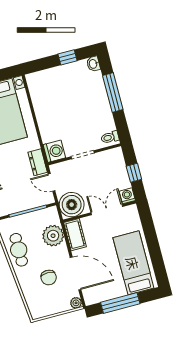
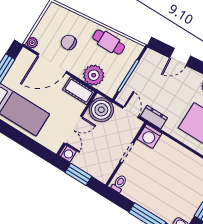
window: (134, 173) -> (78, 174), width x1.50
door: (51, 182) -> (131, 112), hinge flipped

